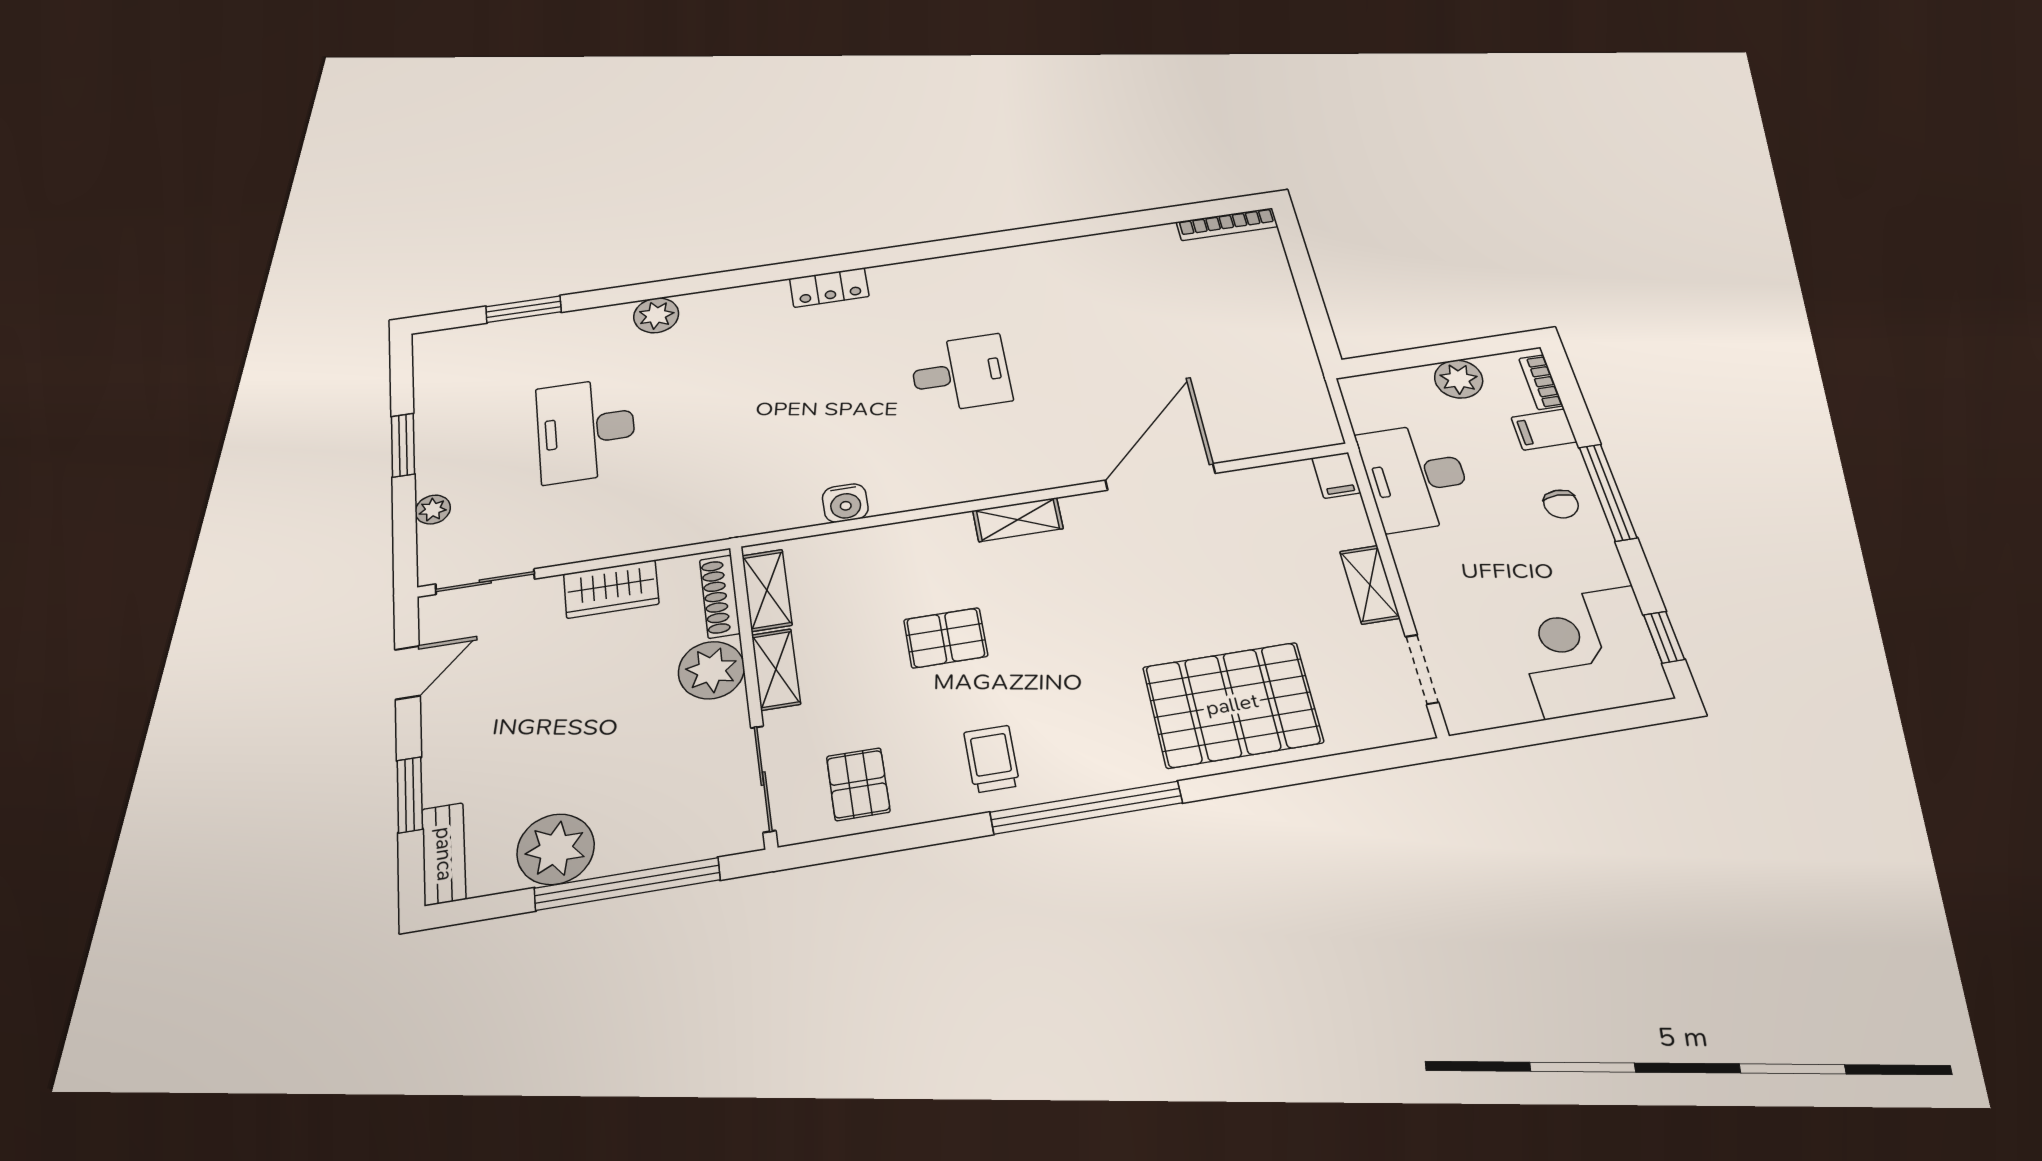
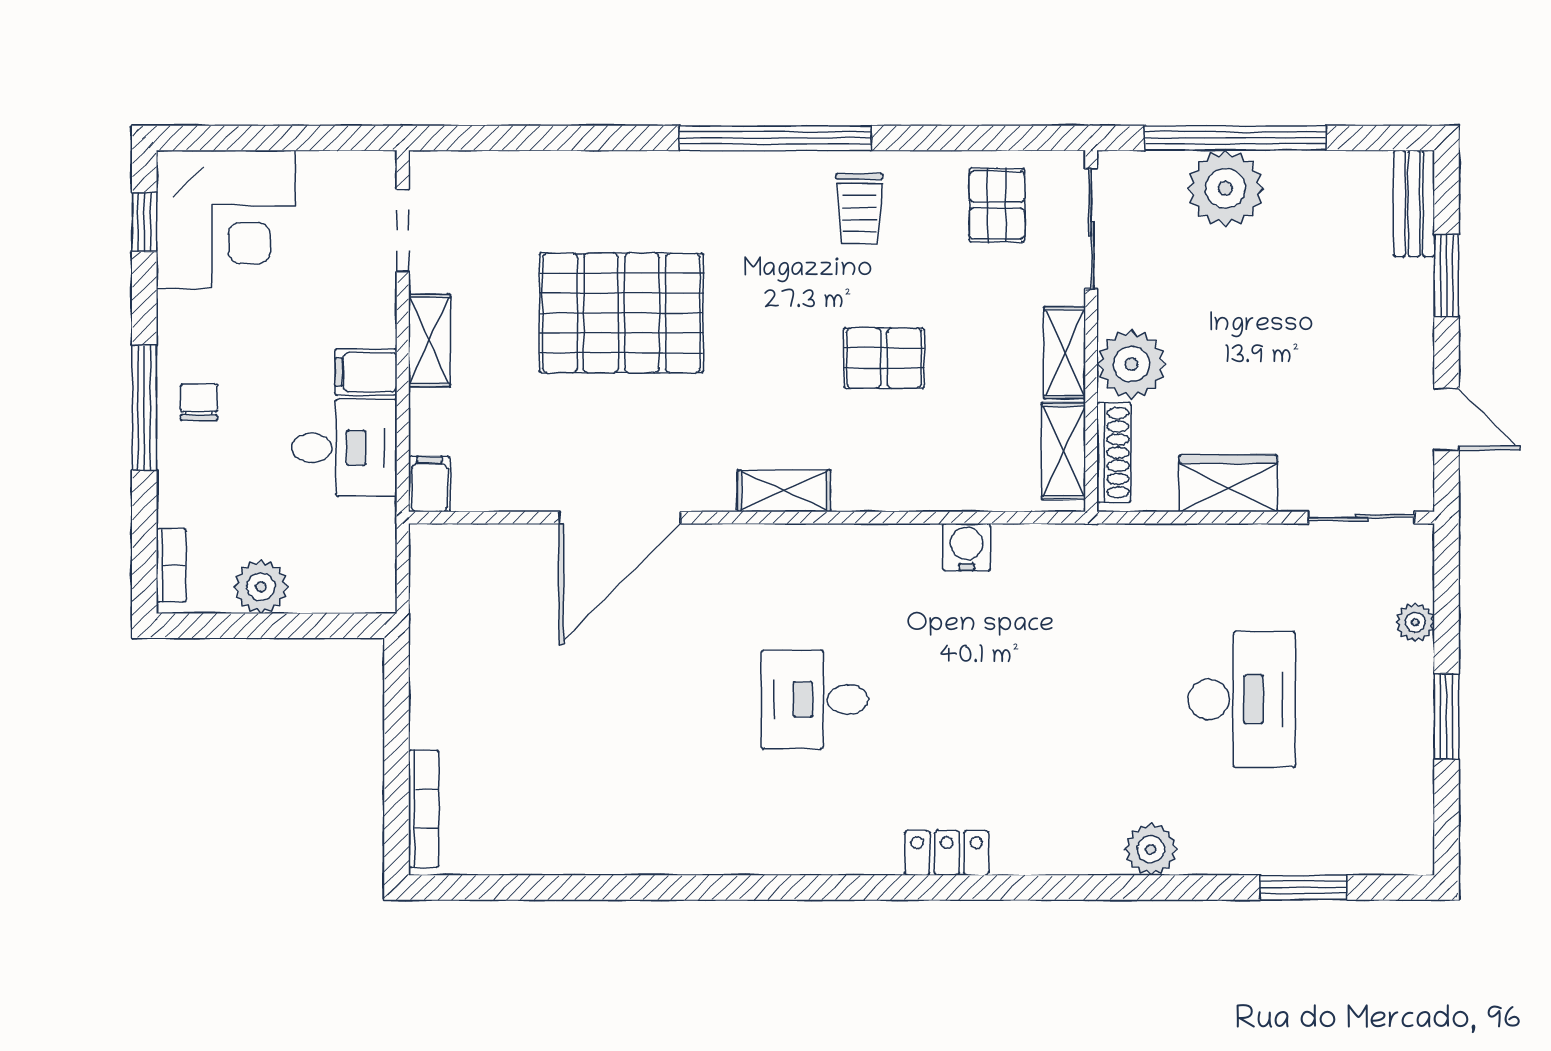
bookcase: (1227, 224) -> (424, 809), moved, turned 90
filing cabinet: (1544, 430) -> (366, 372), moved, turned 180
desk: (1416, 477) -> (344, 448), width x0.73
door: (407, 673) -> (1446, 419), swing flipped
pallet: (1232, 705) -> (621, 313), moved
plant: (556, 849) -> (1225, 188), moved

